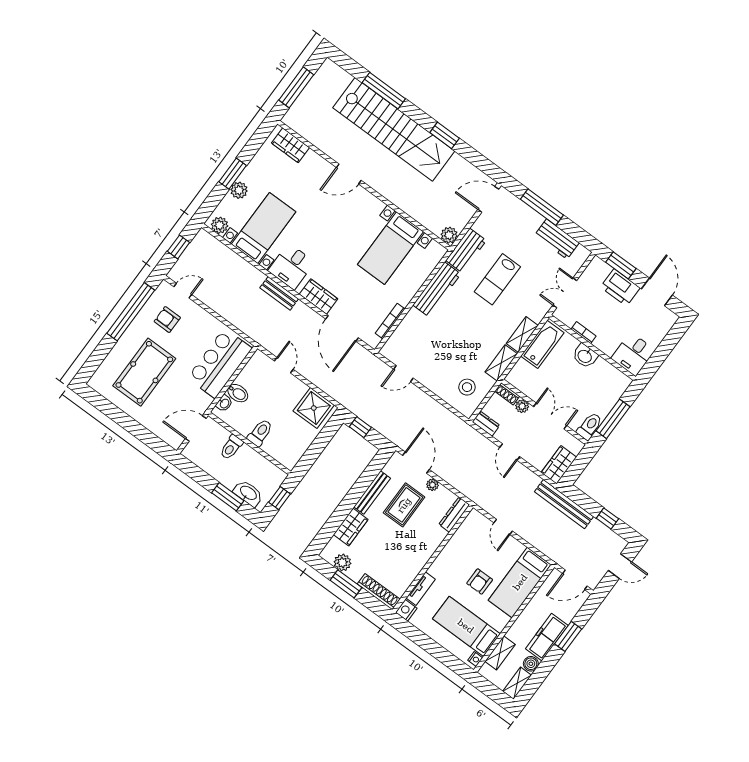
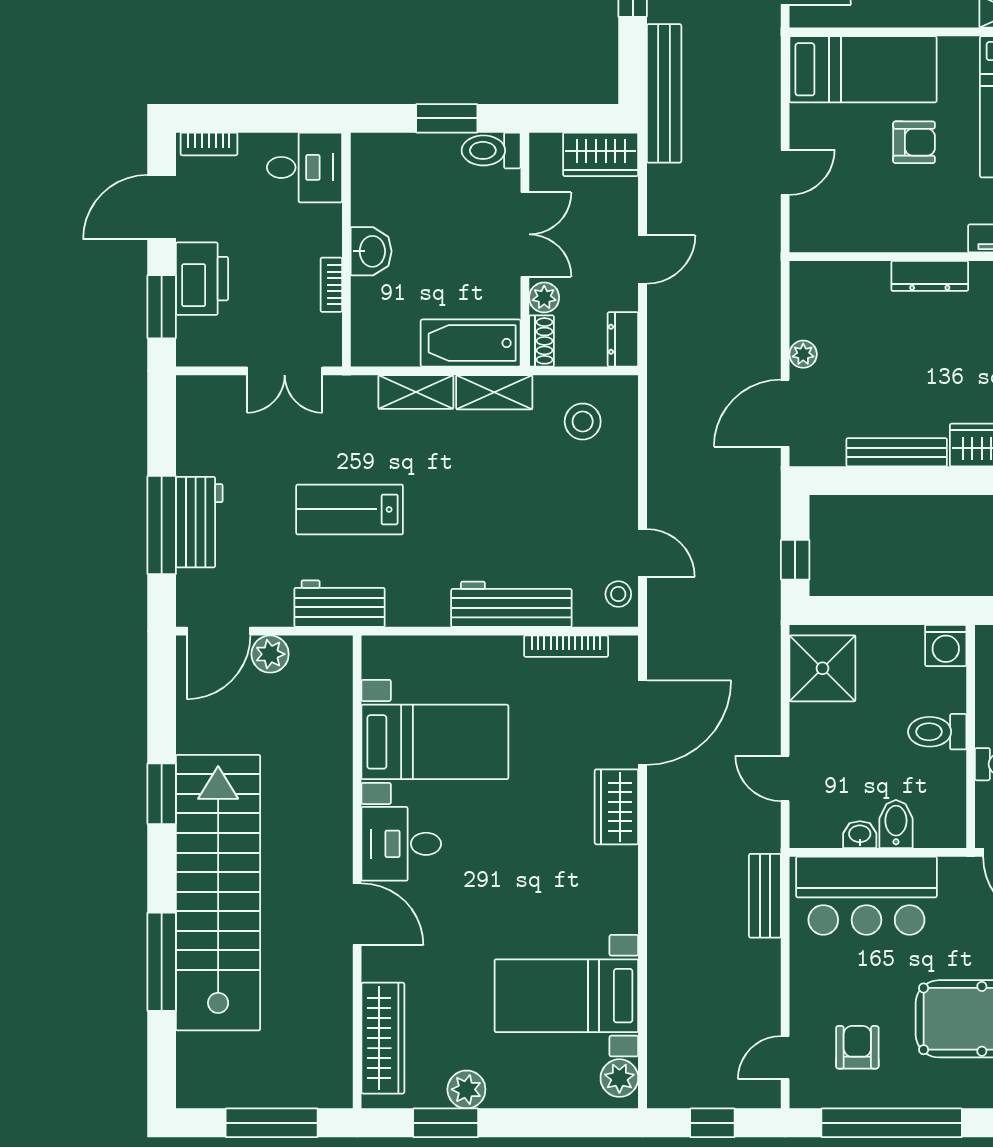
wardrobe: (290, 145) -> (383, 1038), width x1.50
window: (233, 174) -> (446, 1123), moved
plant: (239, 190) -> (466, 1089), moved
door: (488, 199) -> (219, 631), hinge flipped
plant: (449, 235) -> (270, 654), moved
workbench: (557, 239) -> (199, 522), moved
desk: (291, 266) -> (401, 844), moved, turned 180
lab bench: (497, 279) -> (350, 509), turned 180
workbench: (437, 289) -> (511, 604), moved
door: (183, 291) -> (785, 1058), hinge flipped
bench: (279, 293) -> (765, 896), moved
armchair: (167, 320) -> (857, 1047), turned 180
bookcase: (667, 326) -> (209, 144), added
bathtub: (542, 344) -> (471, 343), moved
stool: (395, 354) -> (618, 594), added
door: (284, 365) -> (785, 778), hinge flipped
washbasin: (224, 403) -> (860, 835), moved
double door: (550, 416) -> (525, 234), swing flipped
window: (613, 419) -> (447, 118), width x0.69
washing machine: (289, 459) -> (946, 645), added
rug: (404, 505) -> (877, 379), removed
dresser: (454, 515) -> (930, 276), moved

